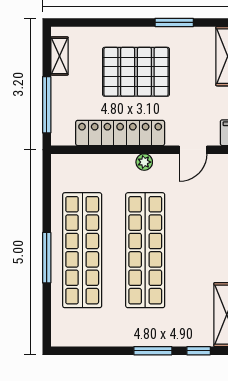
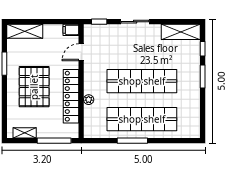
door: (193, 150) -> (81, 52), swing flipped
plant: (144, 162) -> (89, 100), moved
window: (47, 258) -> (132, 141), moved

